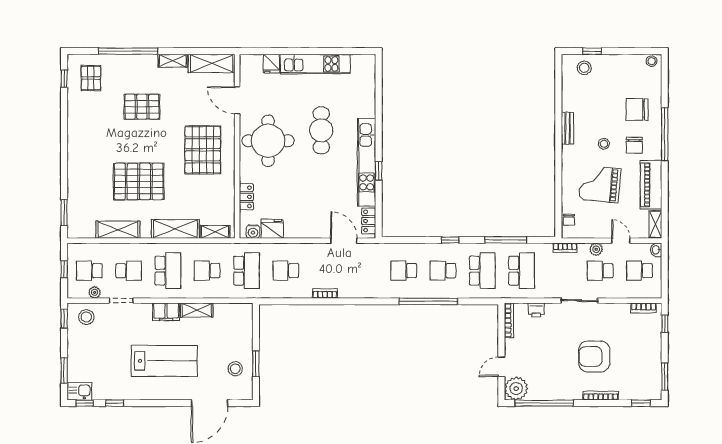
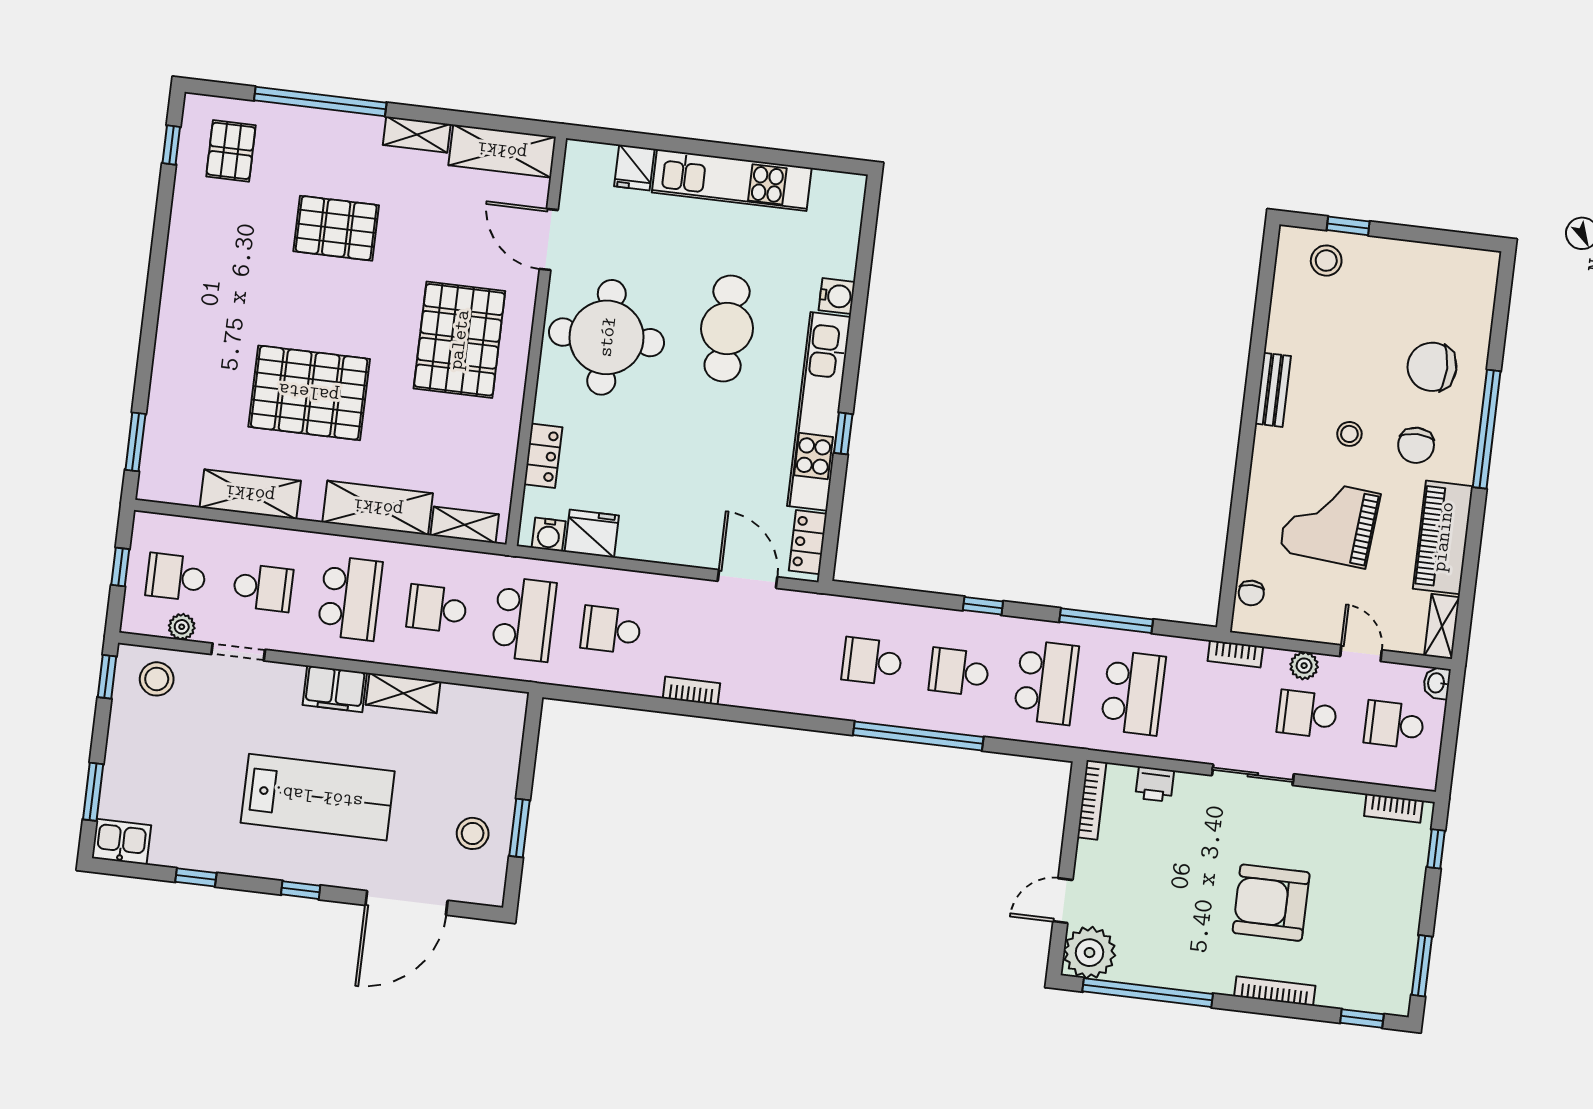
stool: (652, 61) -> (1477, 264), removed
water cooler: (368, 110) -> (837, 296), added
window: (85, 403) -> (301, 890), moved

